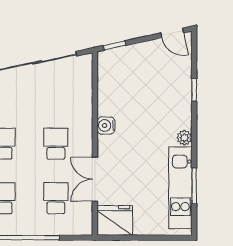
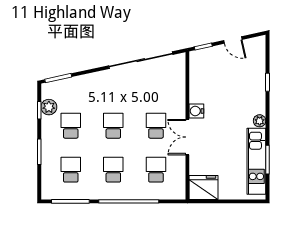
door: (172, 33) -> (233, 40), moved
double door: (95, 179) -> (187, 137), moved

